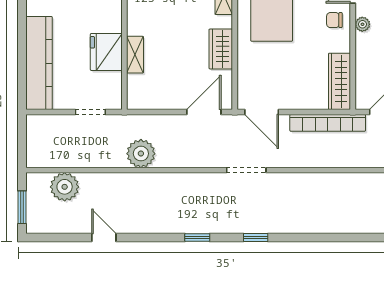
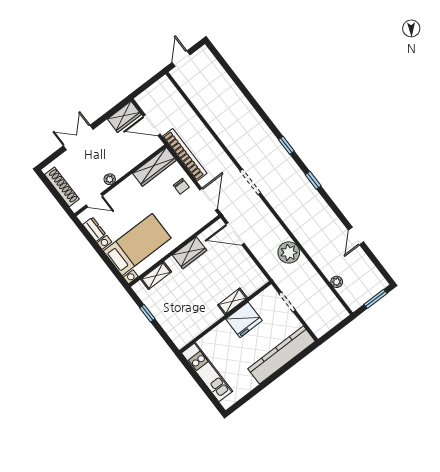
chair: (334, 20) -> (181, 186), moved
plant: (65, 187) -> (337, 282), width x0.53, depth x0.53

